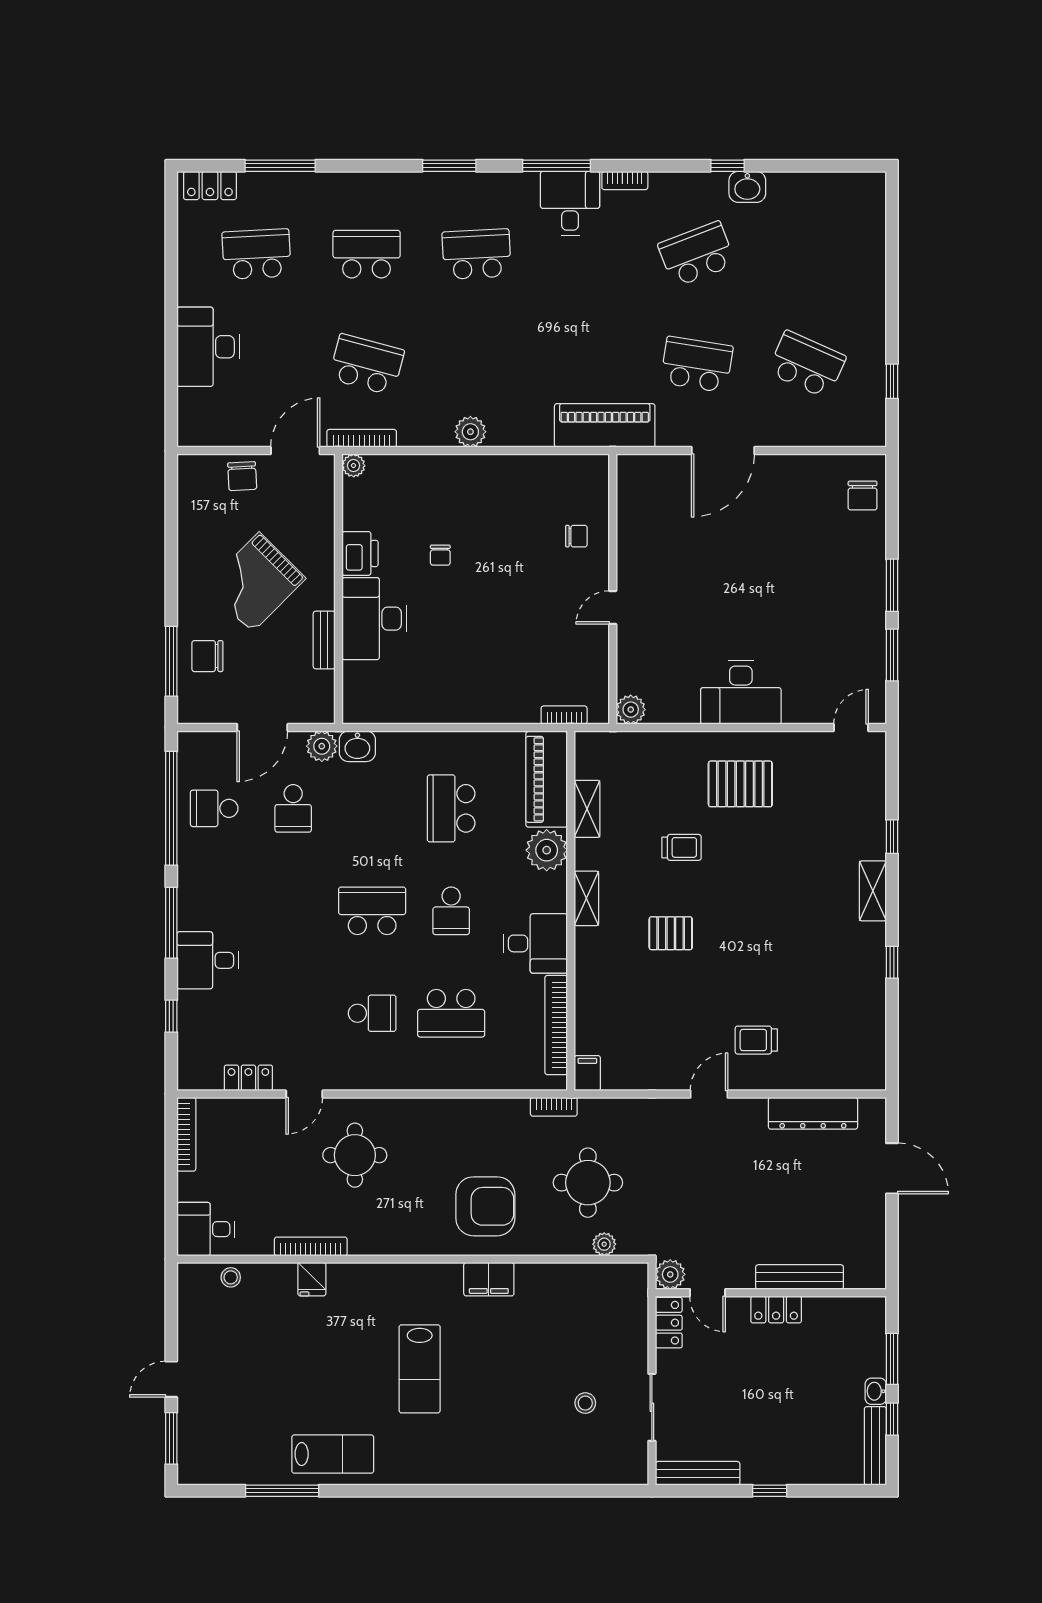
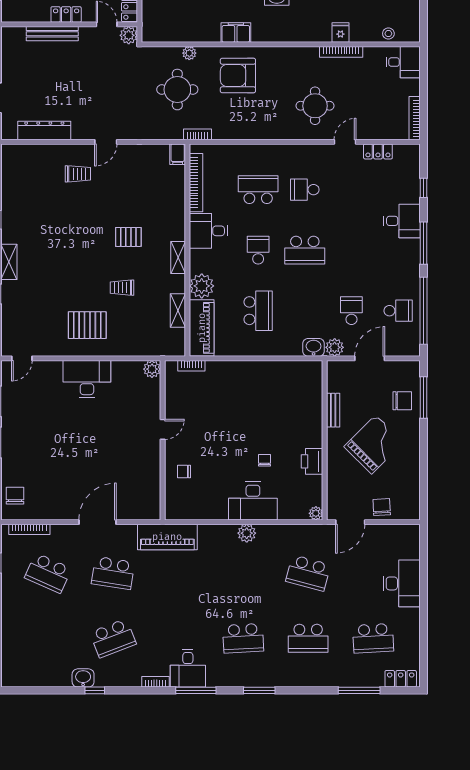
bookcase: (362, 438) -> (29, 529), moved
desk: (374, 619) -> (253, 501), moved, turned 90
plant: (604, 1244) -> (189, 53), moved

